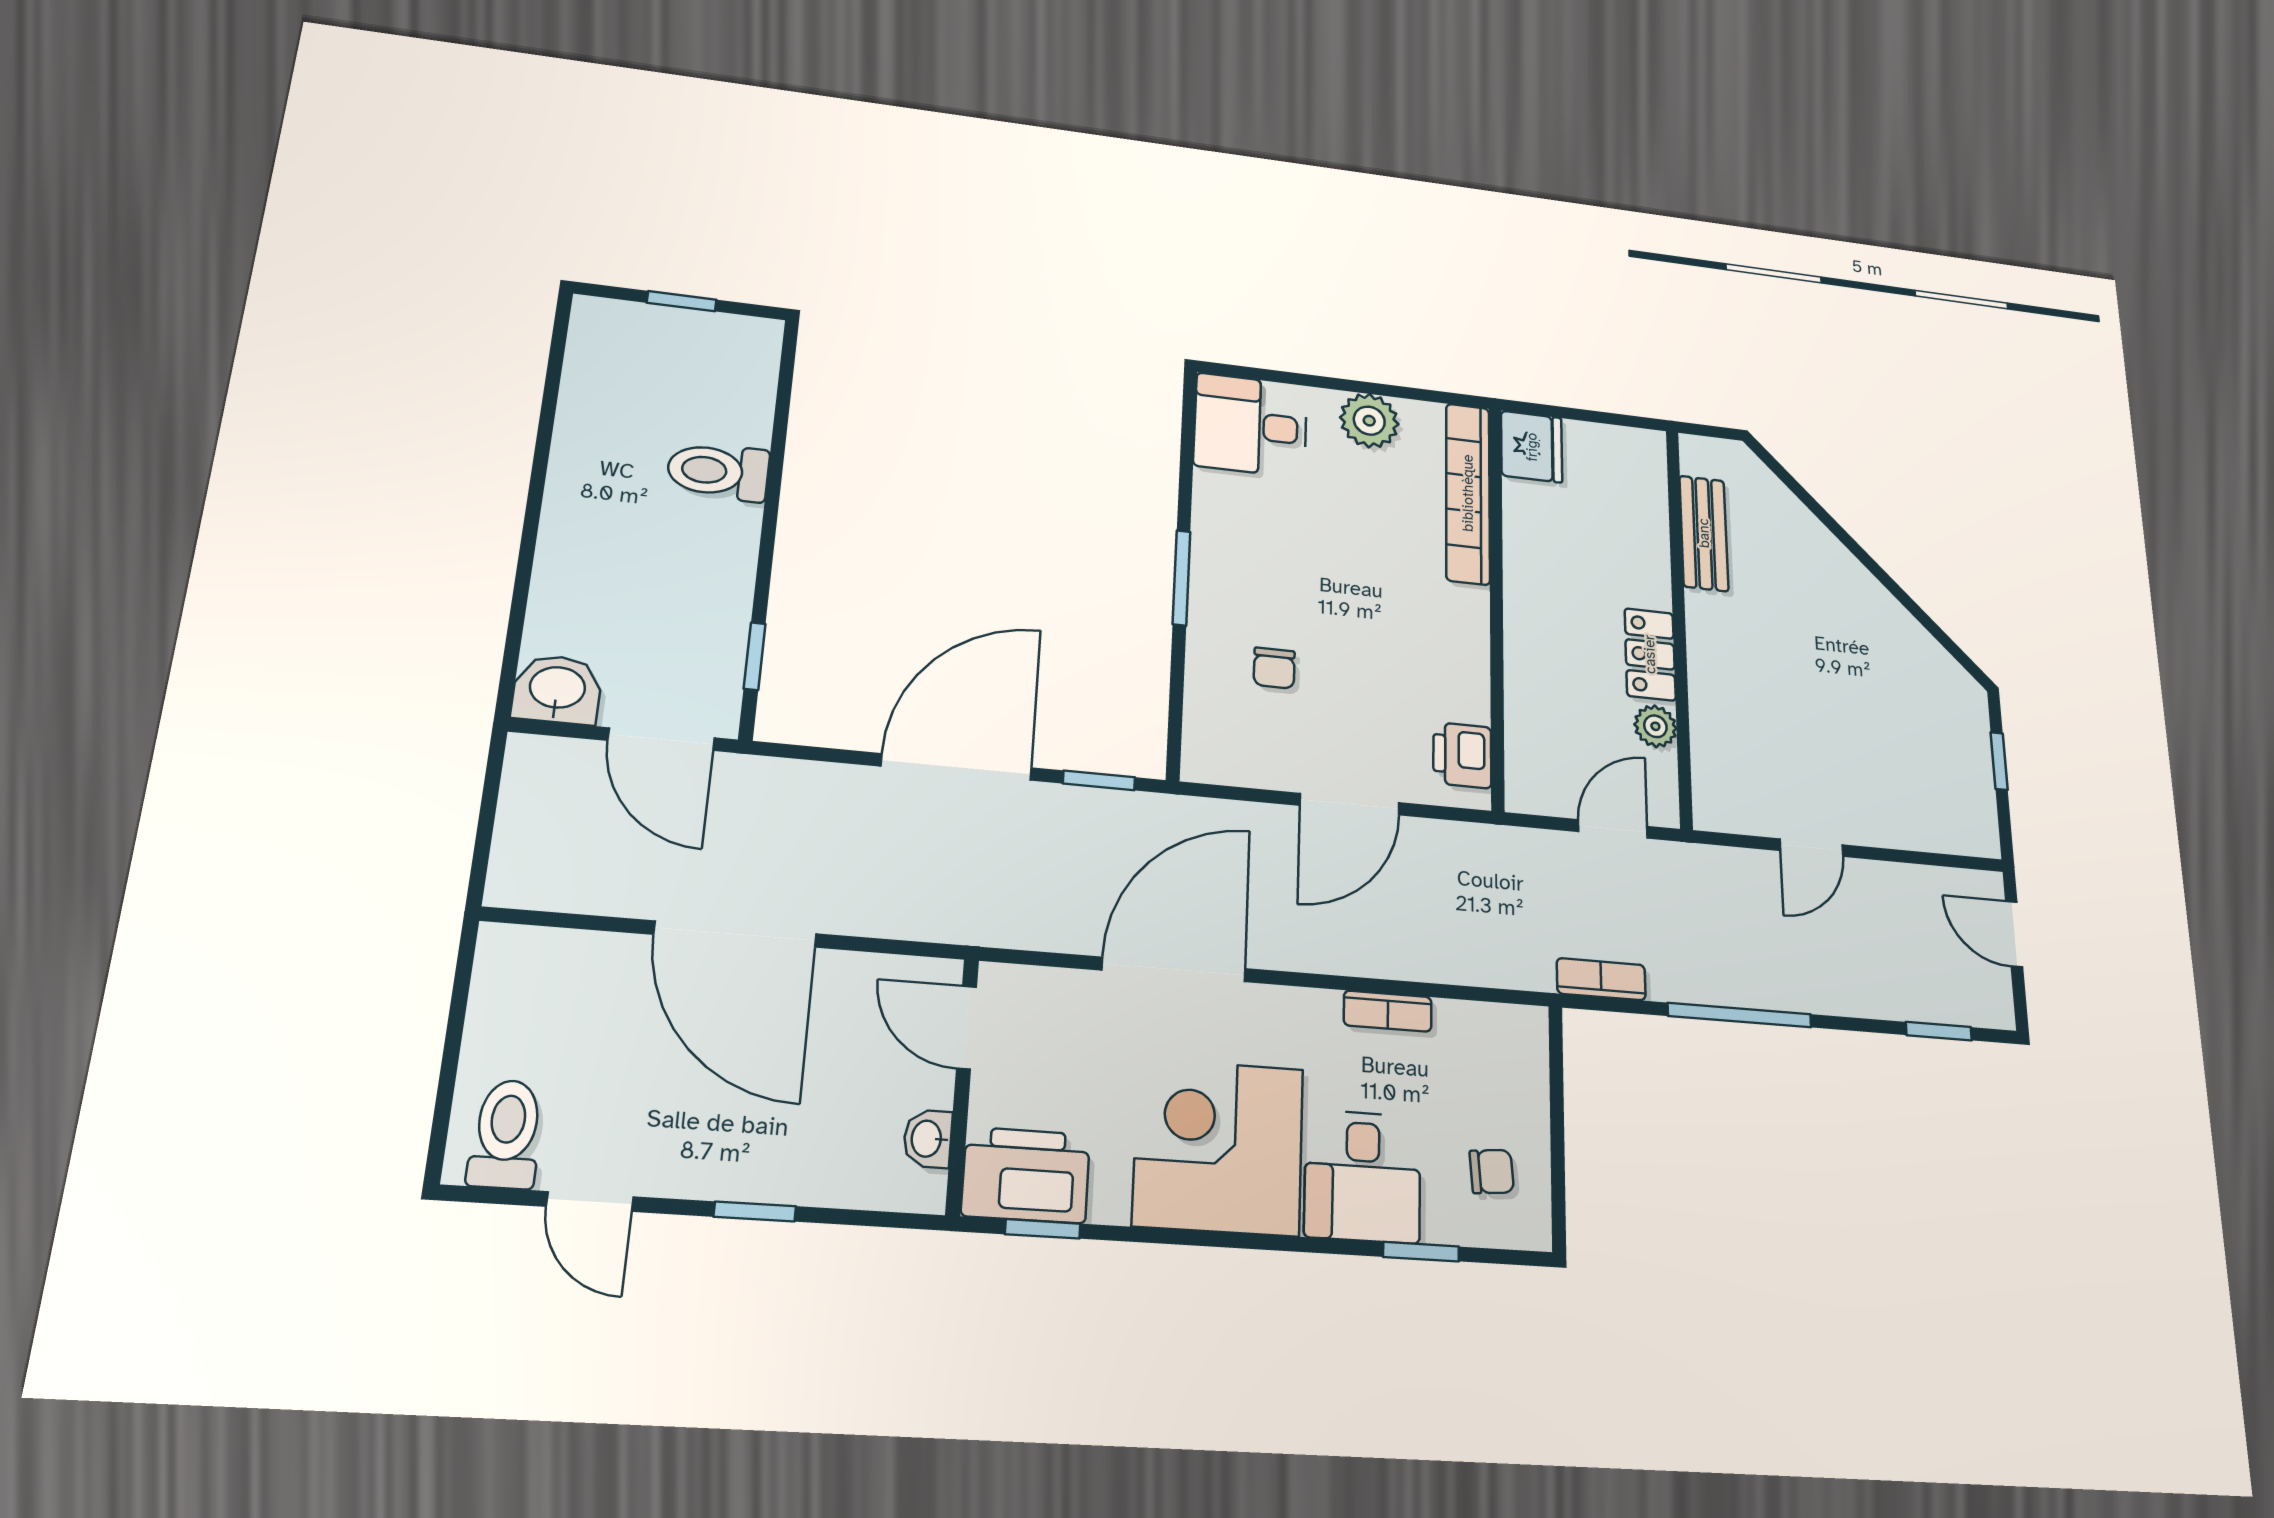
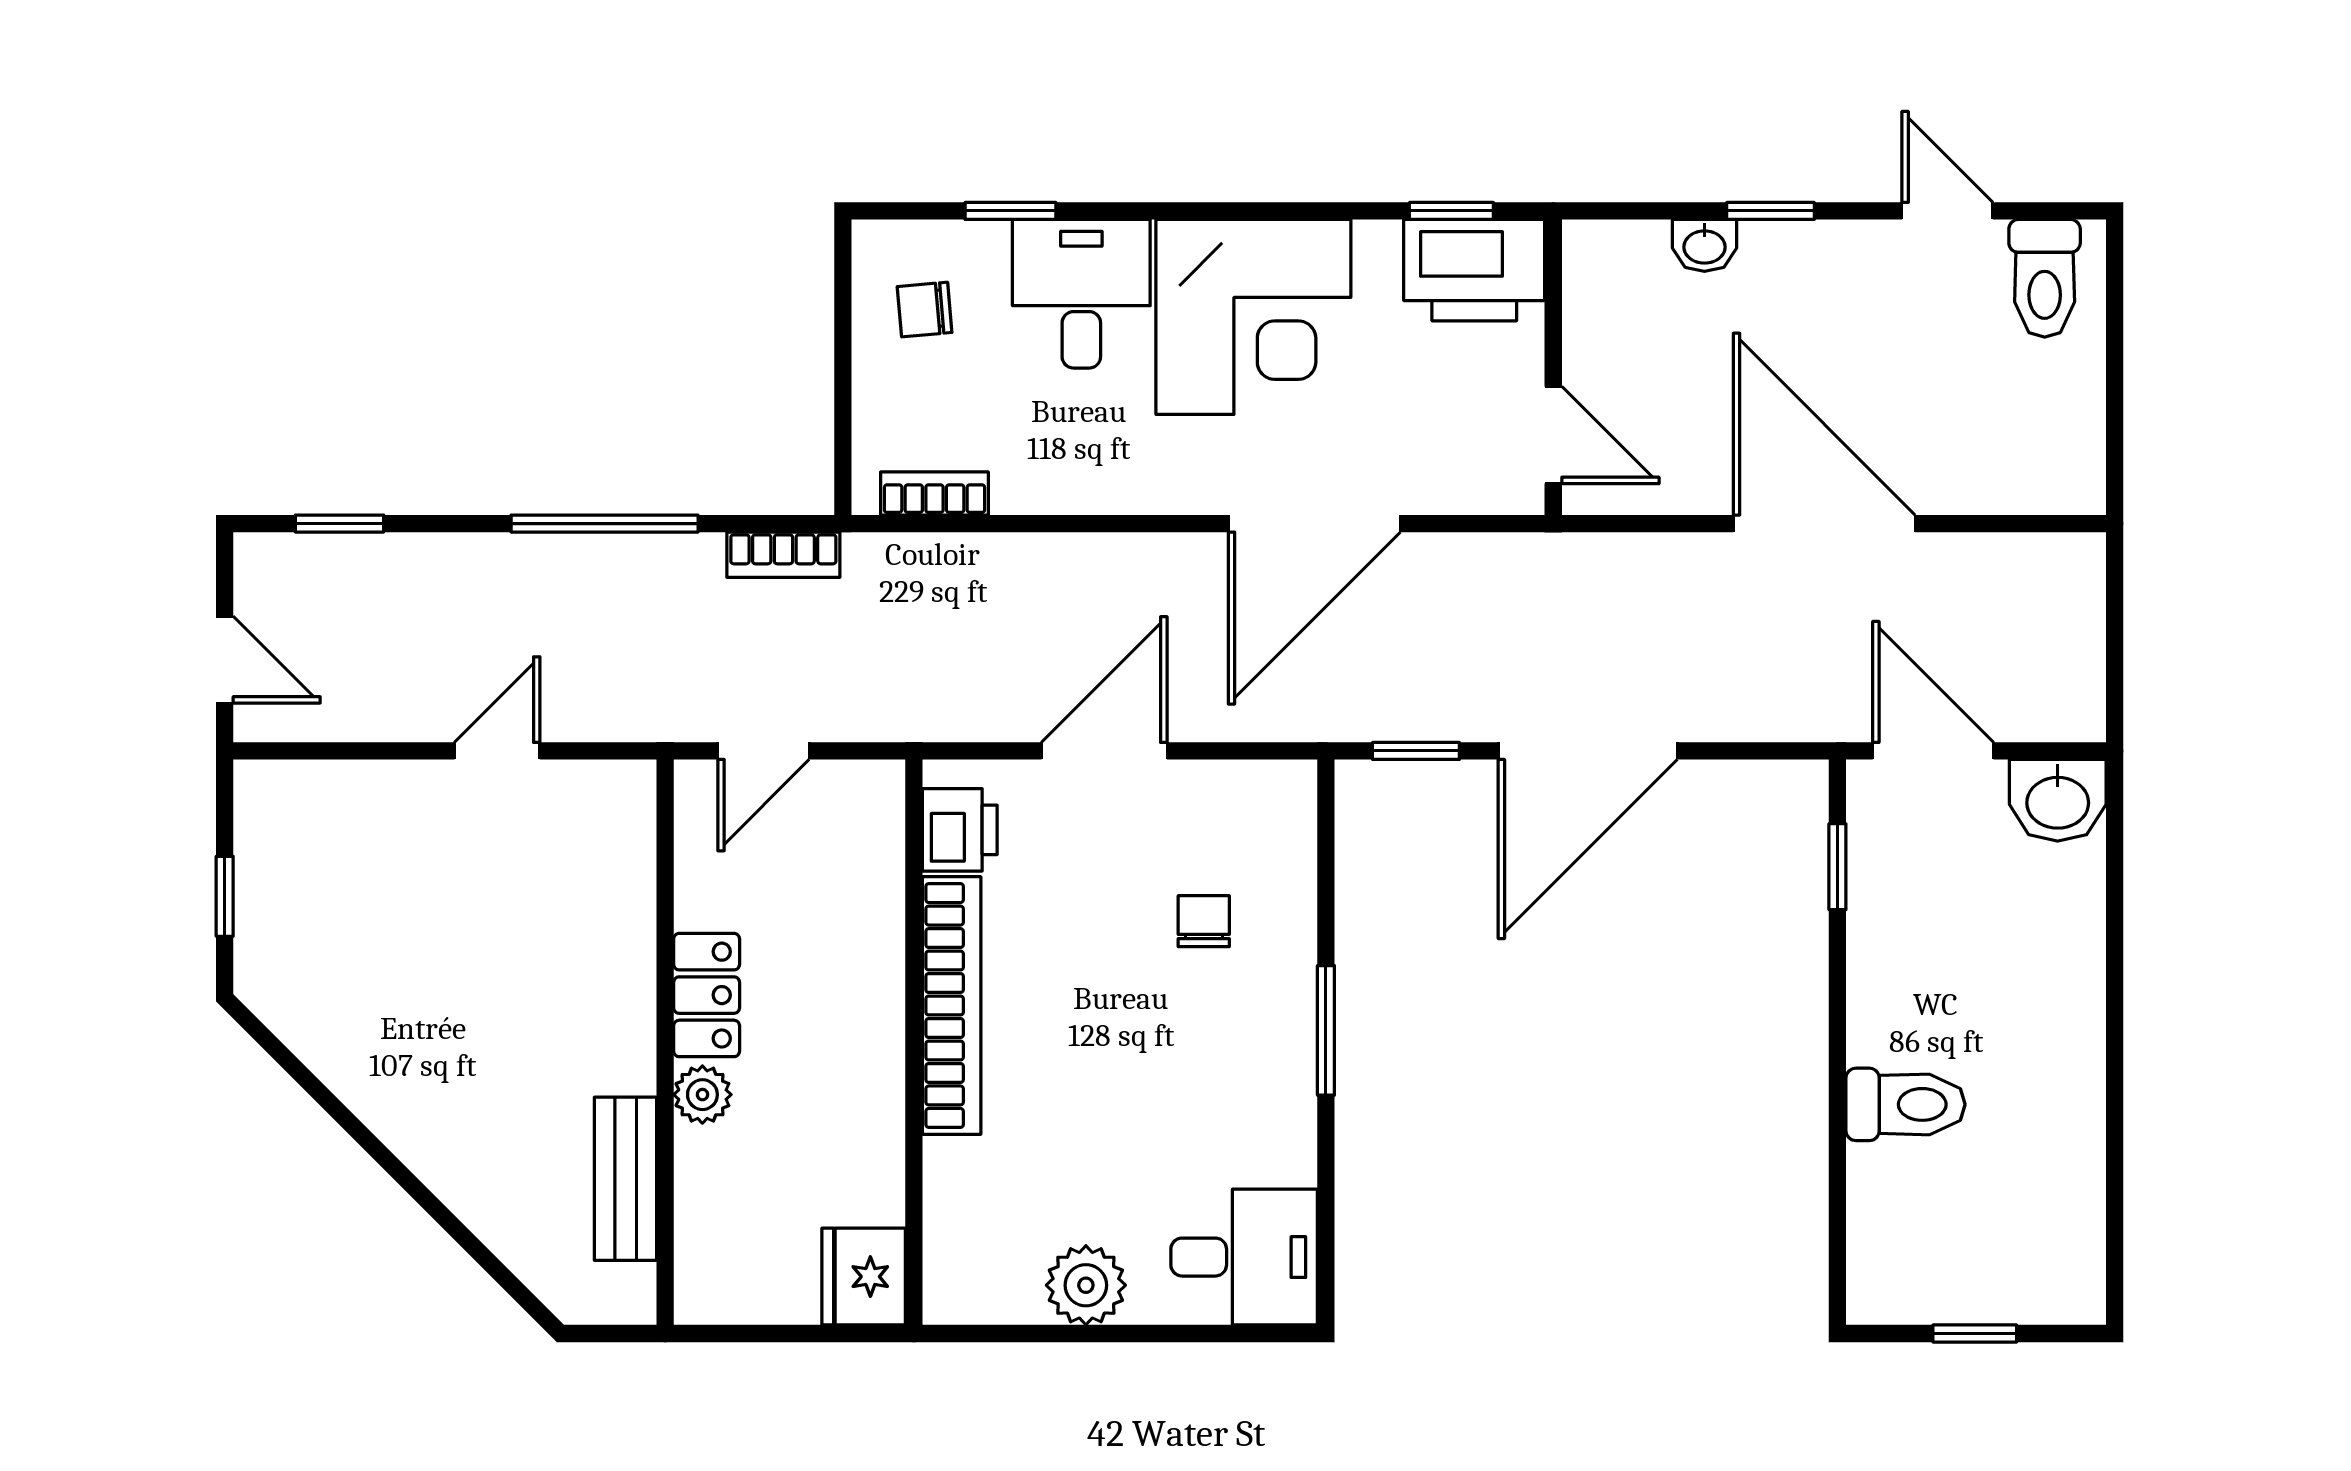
bookcase: (1468, 493) -> (952, 1006), moved
plant: (1655, 726) -> (702, 1095), moved
bookcase: (1388, 1011) -> (934, 493), moved
washbasin: (928, 1139) -> (1704, 245), moved, turned 90

